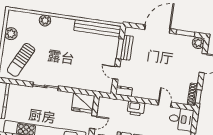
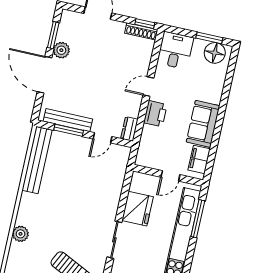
plant: (198, 43) -> (61, 50), moved
bench: (127, 48) -> (68, 120), width x1.36
fridge: (83, 103) -> (138, 209), moved
door: (165, 104) -> (148, 86), moved
door: (93, 122) -> (170, 176), swing flipped

